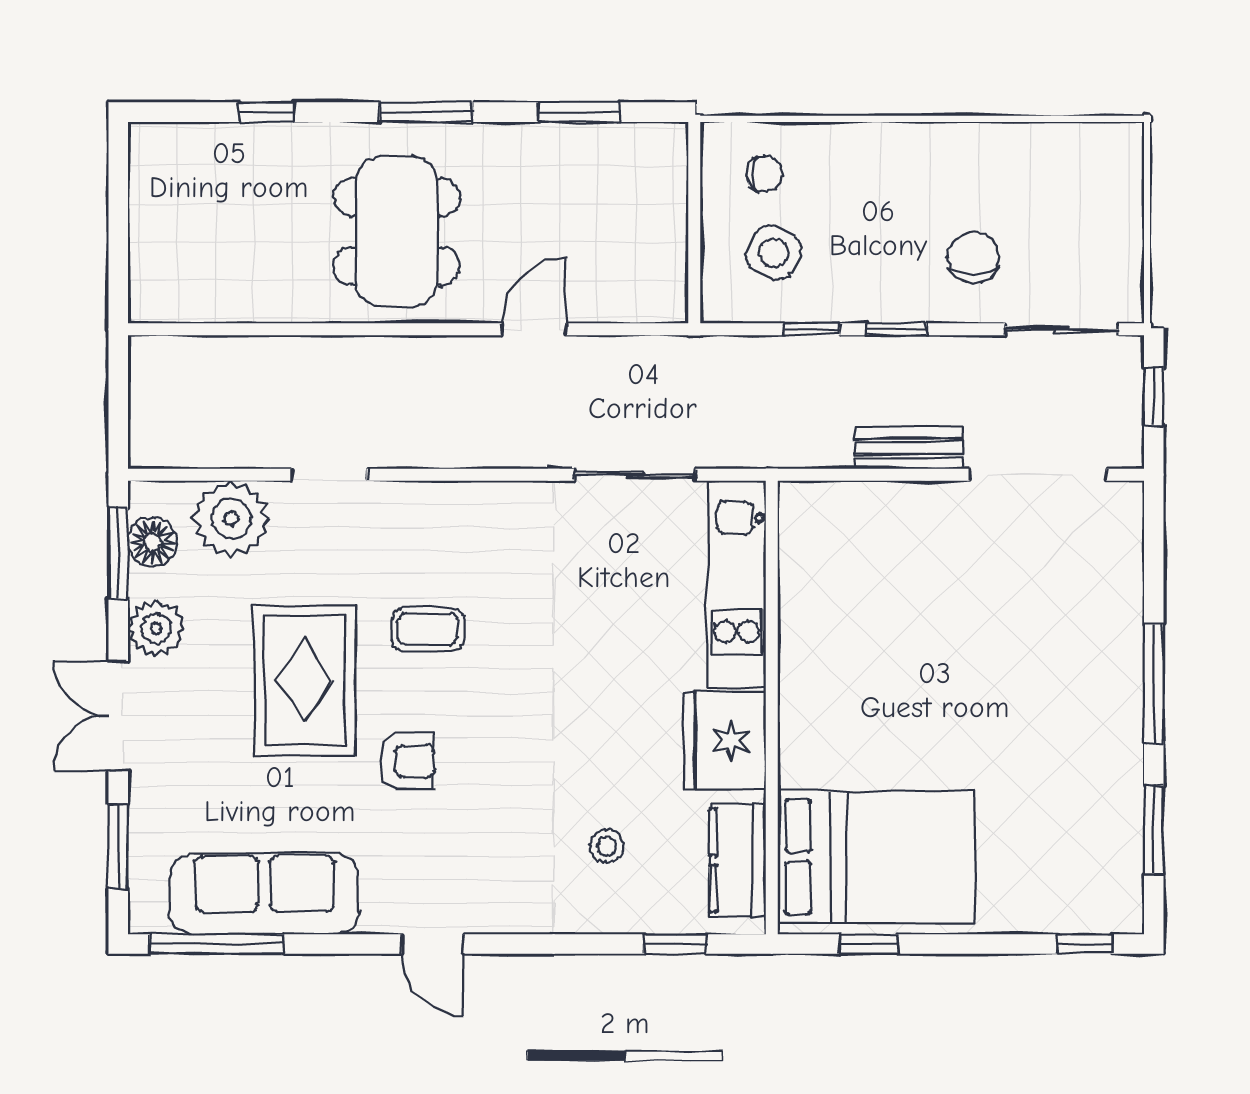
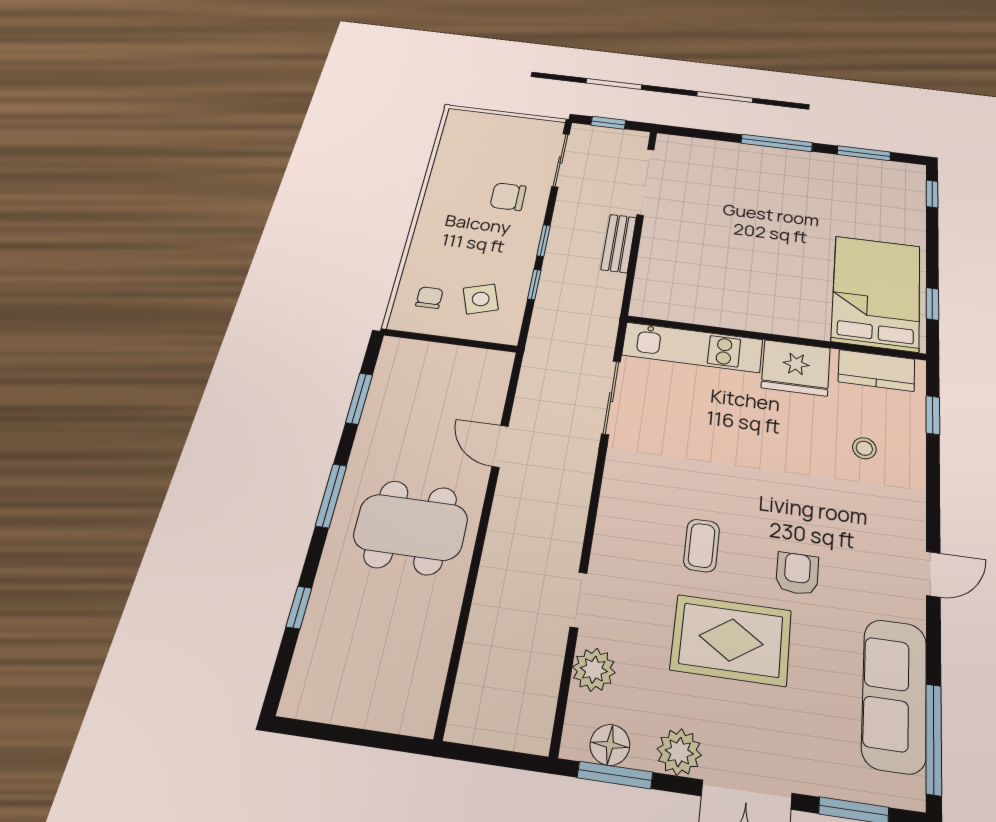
side table: (774, 253) -> (481, 299), turned 45
plant: (231, 519) -> (594, 670), width x0.73, depth x0.73

